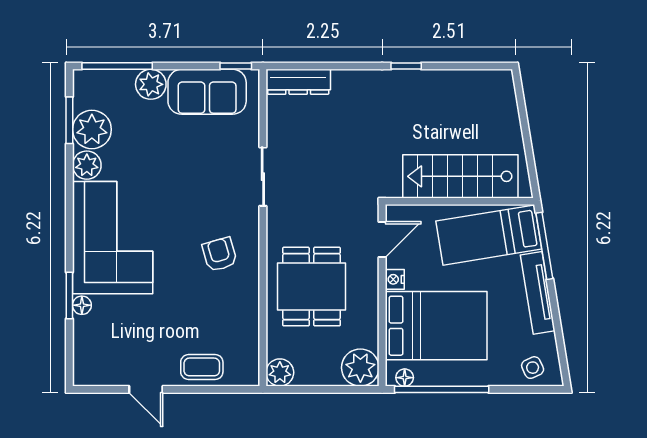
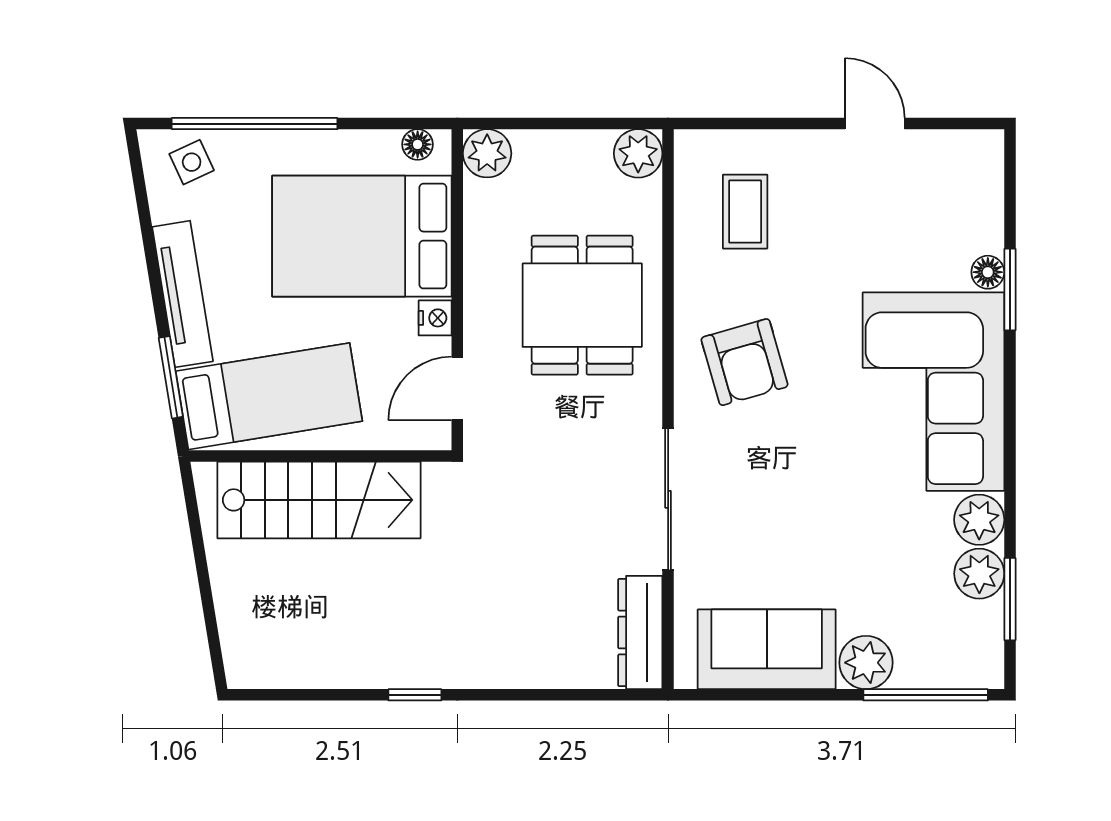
window: (236, 66) -> (716, 695), removed
dresser: (298, 82) -> (640, 632), moved, turned -90
plant: (92, 130) -> (979, 574), width x0.73, depth x0.73
sliding door: (263, 177) -> (668, 499), width x1.37
window: (544, 246) -> (171, 377), width x0.69
armchair: (220, 254) -> (745, 362), width x1.38, depth x1.38
coffee table: (202, 367) -> (745, 212), moved, turned 90
plant: (360, 368) -> (487, 153), width x0.73, depth x0.73
window: (442, 389) -> (255, 124), moved

